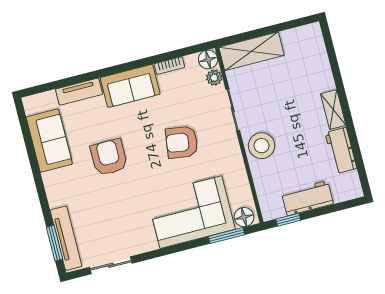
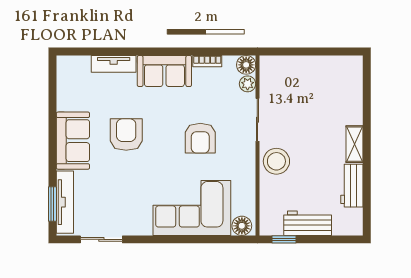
shelving: (251, 51) -> (290, 68), removed
sofa: (49, 141) -> (73, 141), moved
armchair: (182, 142) -> (200, 138), turned -98
window: (226, 236) -> (220, 239), removed

